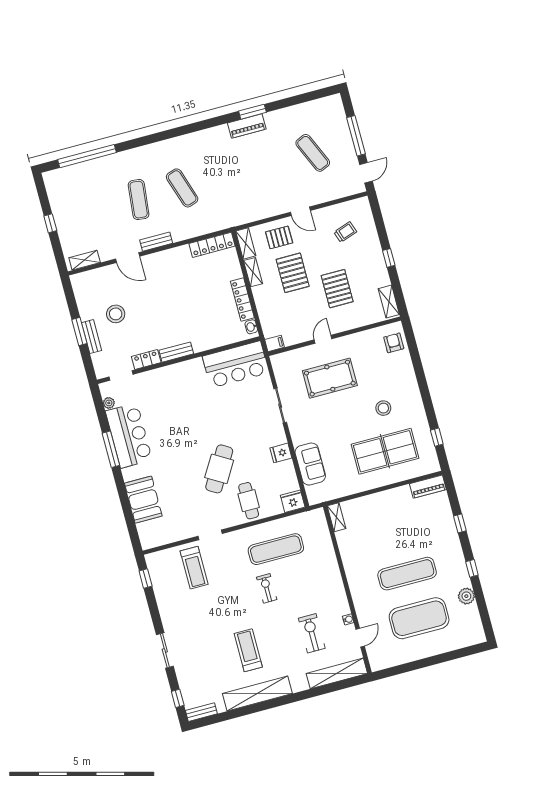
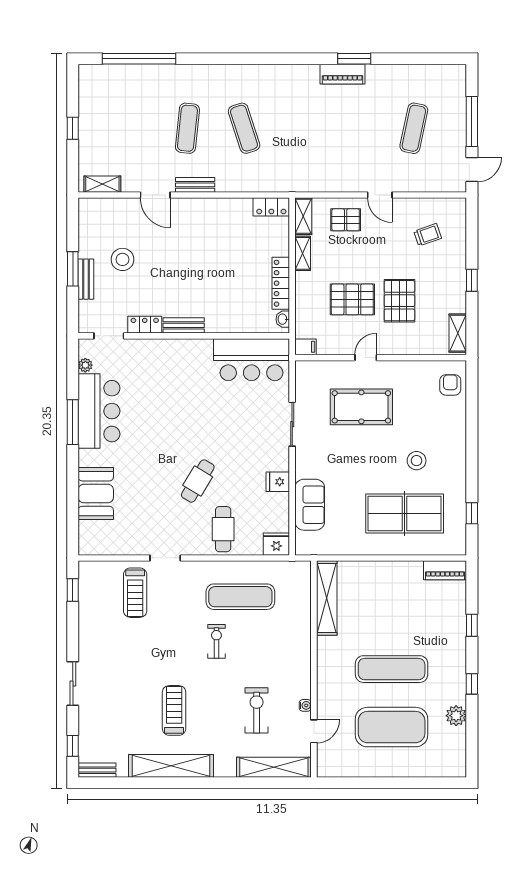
exercise mat: (313, 153) -> (414, 128), turned 36
locker: (212, 245) -> (271, 207), width x0.66
pallet: (293, 273) -> (352, 299), moved, turned 90
cafe table: (219, 469) -> (198, 481), width x0.73, depth x0.74
shelving: (336, 517) -> (327, 598), width x2.20, depth x1.33

